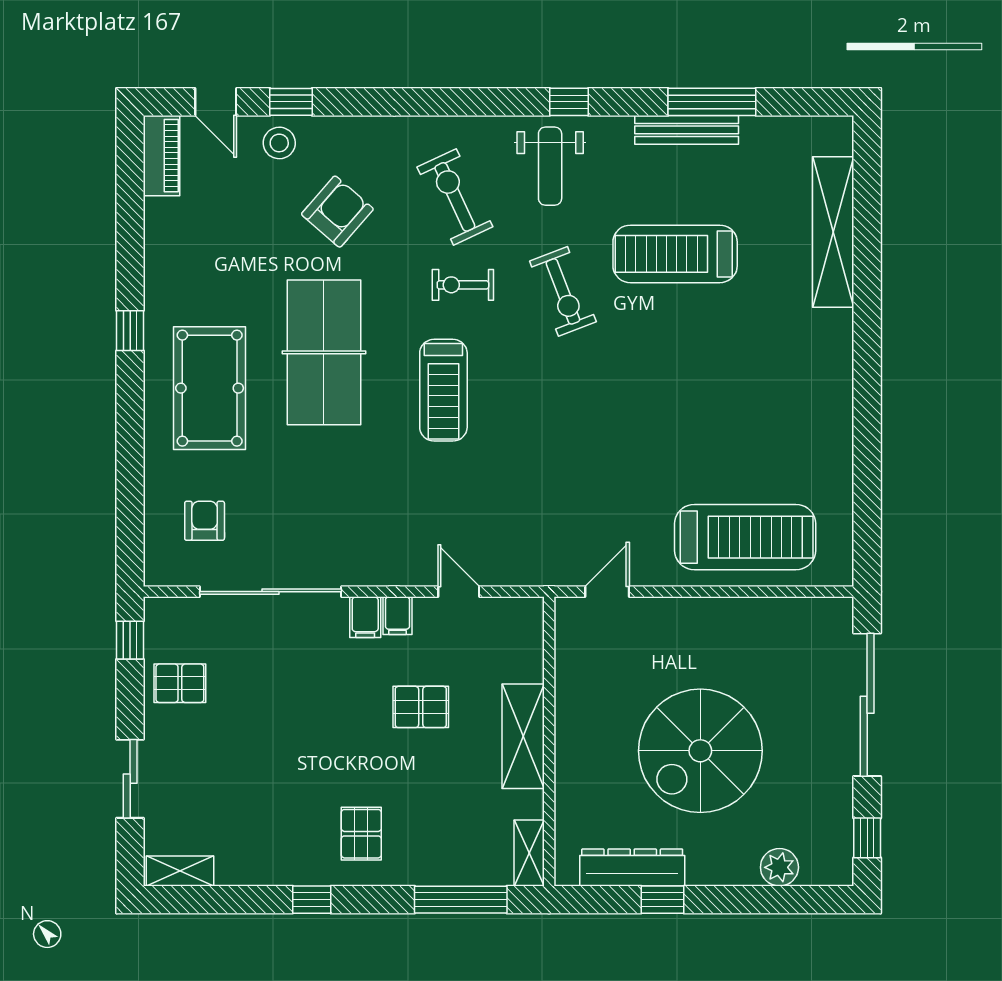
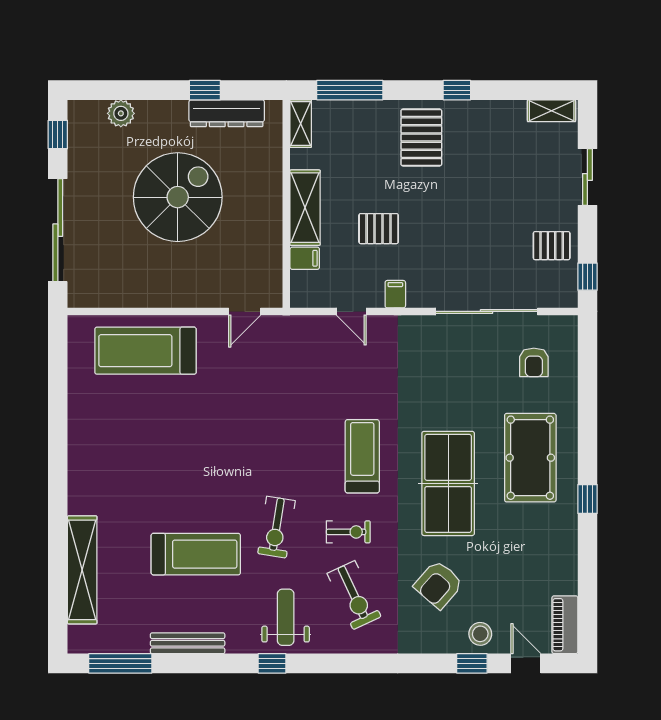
window: (712, 102) -> (120, 663), moved
exercise bike: (563, 291) -> (276, 527), turned -150
filing cabinet: (365, 617) -> (305, 258), moved, turned 90
pallet: (361, 834) -> (421, 138), width x1.50, depth x1.42

